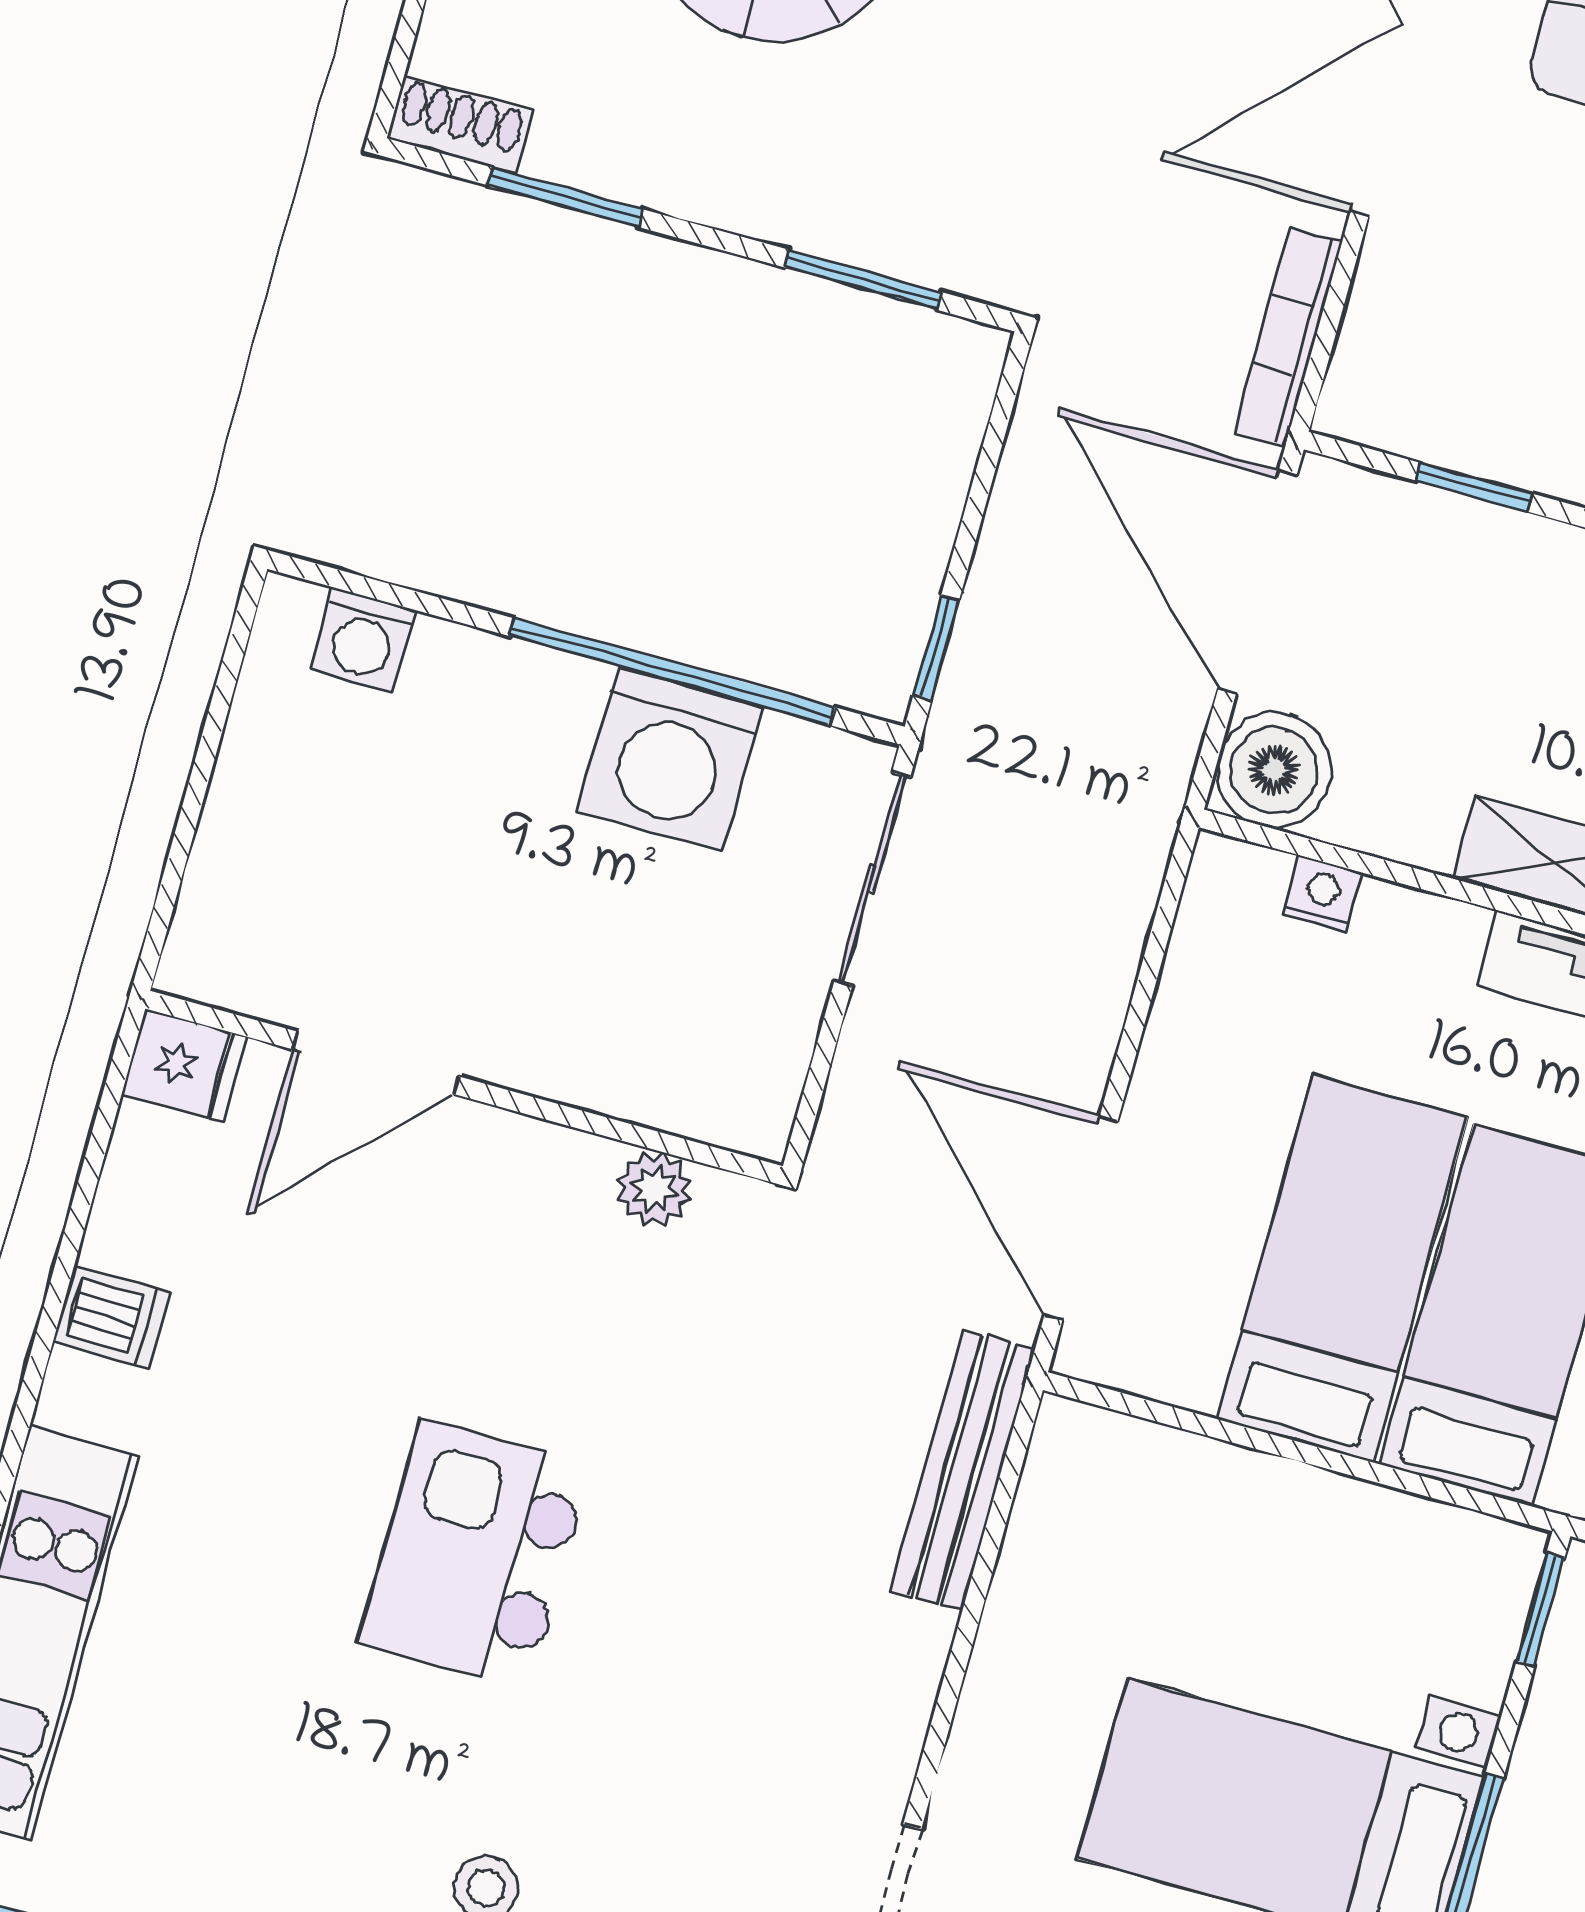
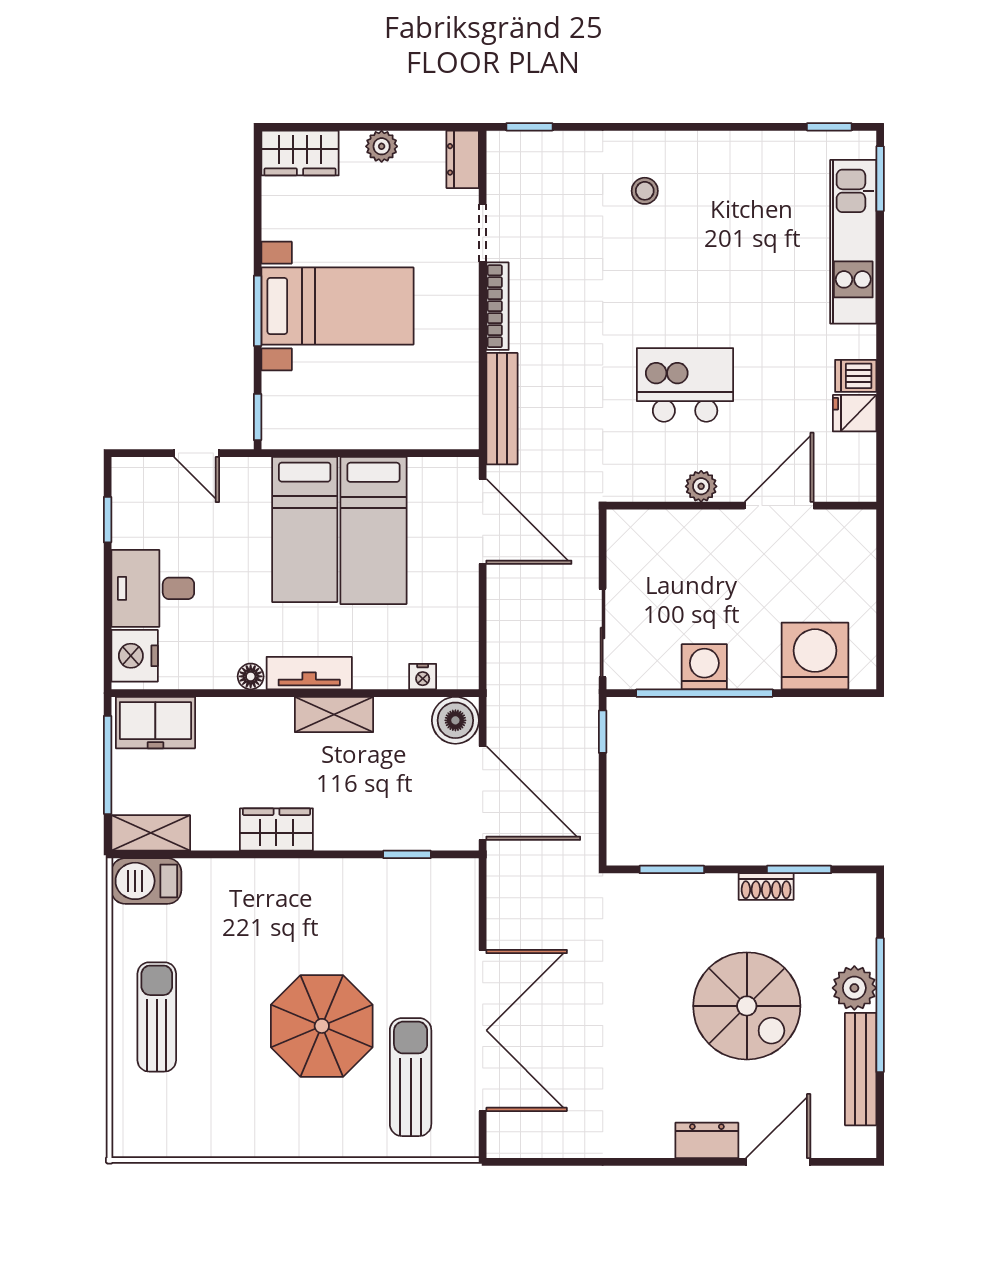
shoe rack: (460, 125) -> (766, 886), moved
bookcase: (1288, 336) -> (498, 306), moved
washing machine: (363, 640) -> (815, 656), width x1.89, depth x1.89
washing machine: (670, 759) -> (704, 667), width x0.73, depth x0.73
fridge: (184, 1065) -> (855, 413), moved
plant: (654, 1189) -> (701, 486), moved
kitchen island: (475, 1554) -> (685, 385), moved, turned -90

